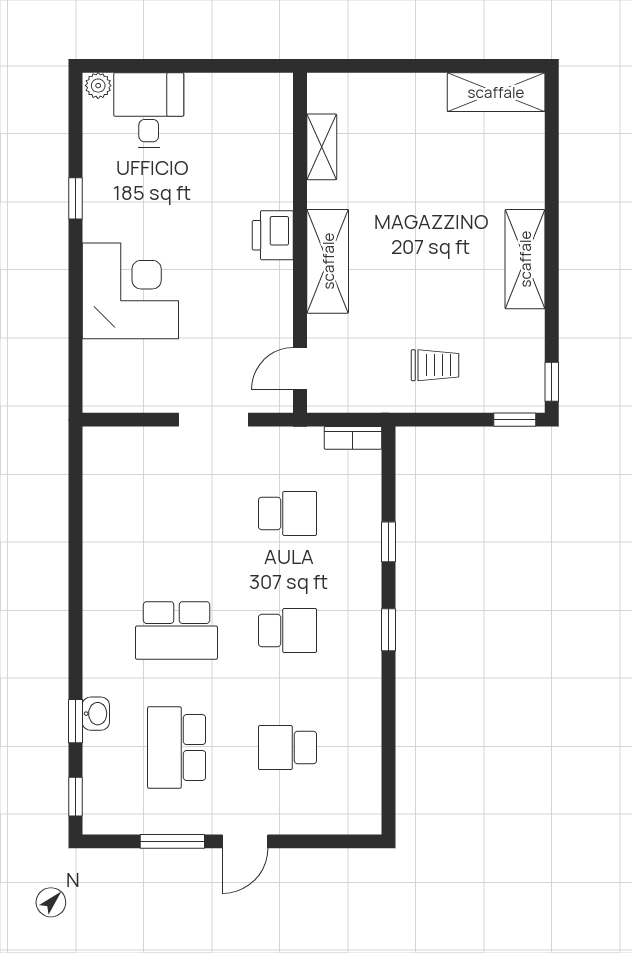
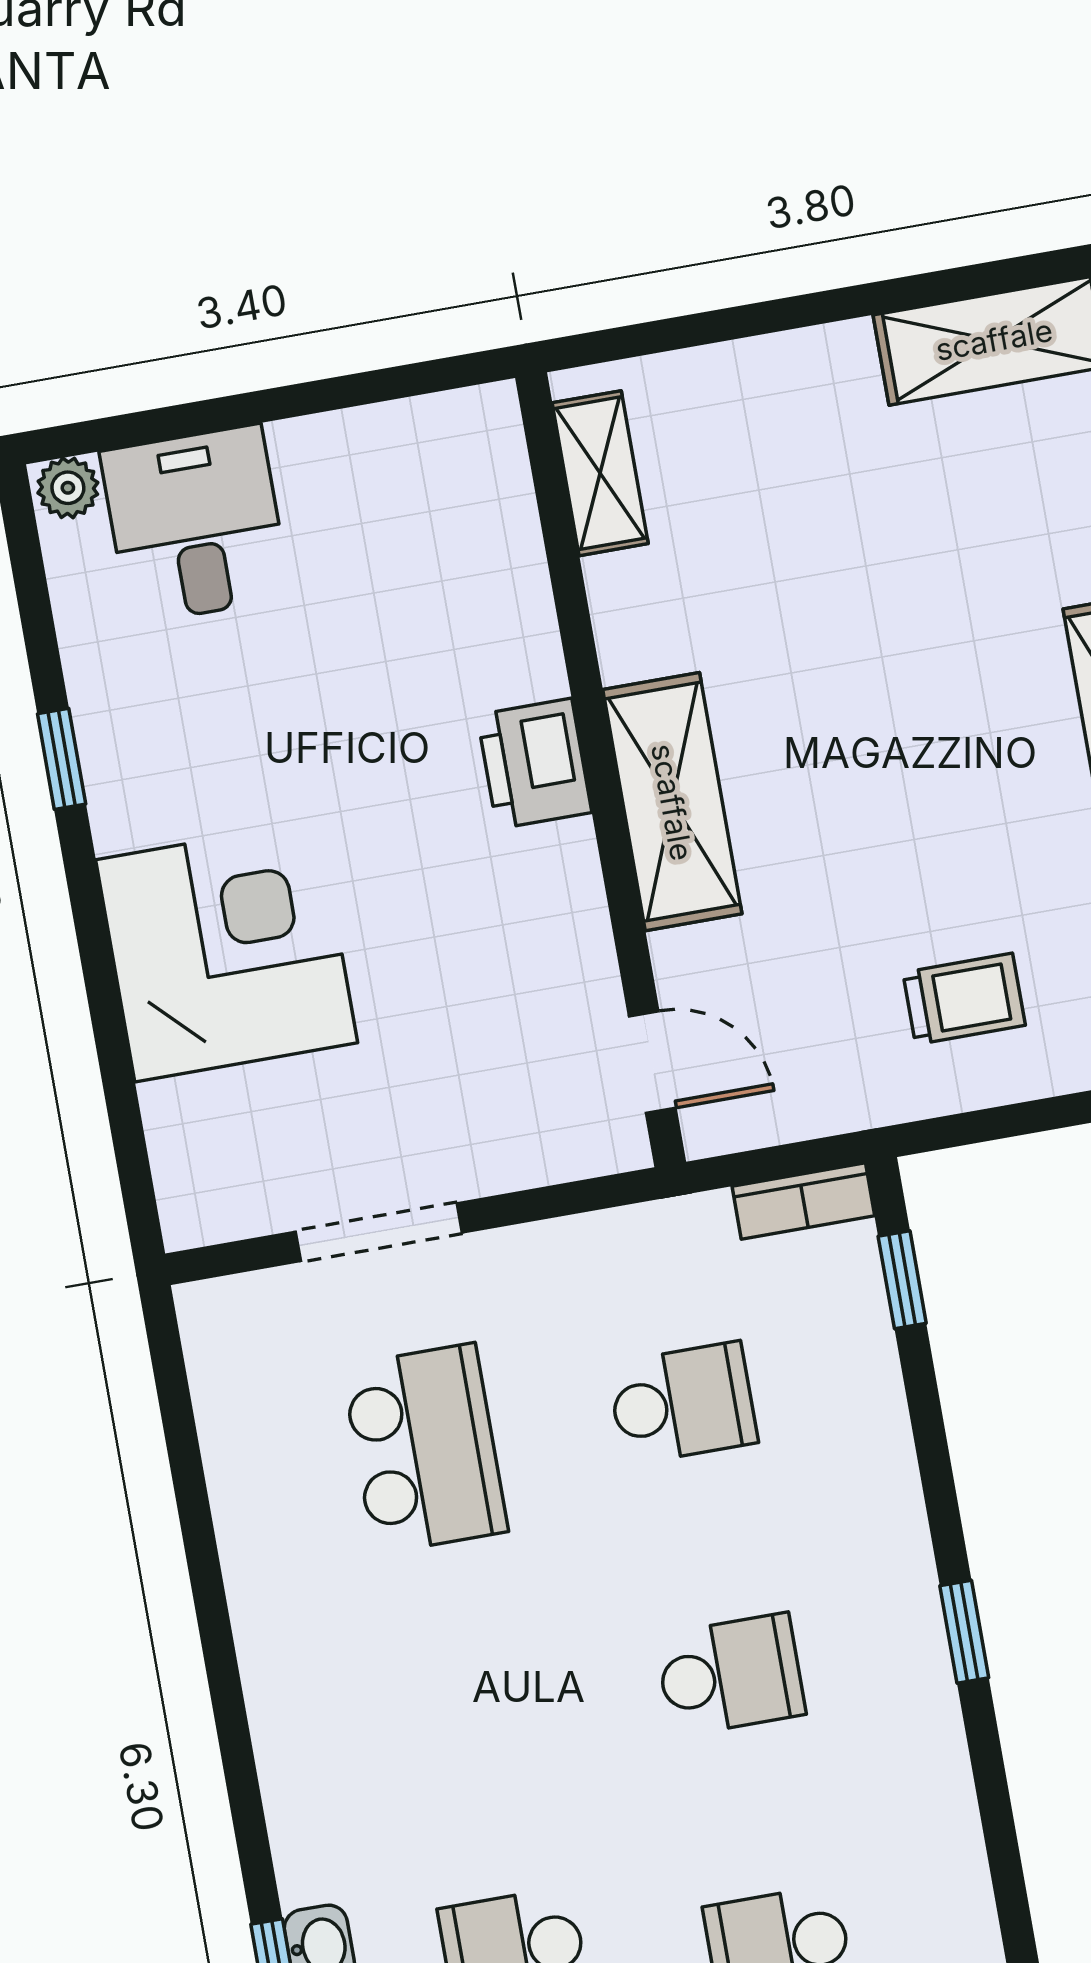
shelving: (322, 147) -> (600, 473), moved
door: (300, 369) -> (652, 1062), swing flipped
doorway: (214, 420) -> (379, 1232), moved
window: (388, 542) -> (902, 1280), moved
school desk: (177, 630) -> (425, 1449), moved, turned -90

